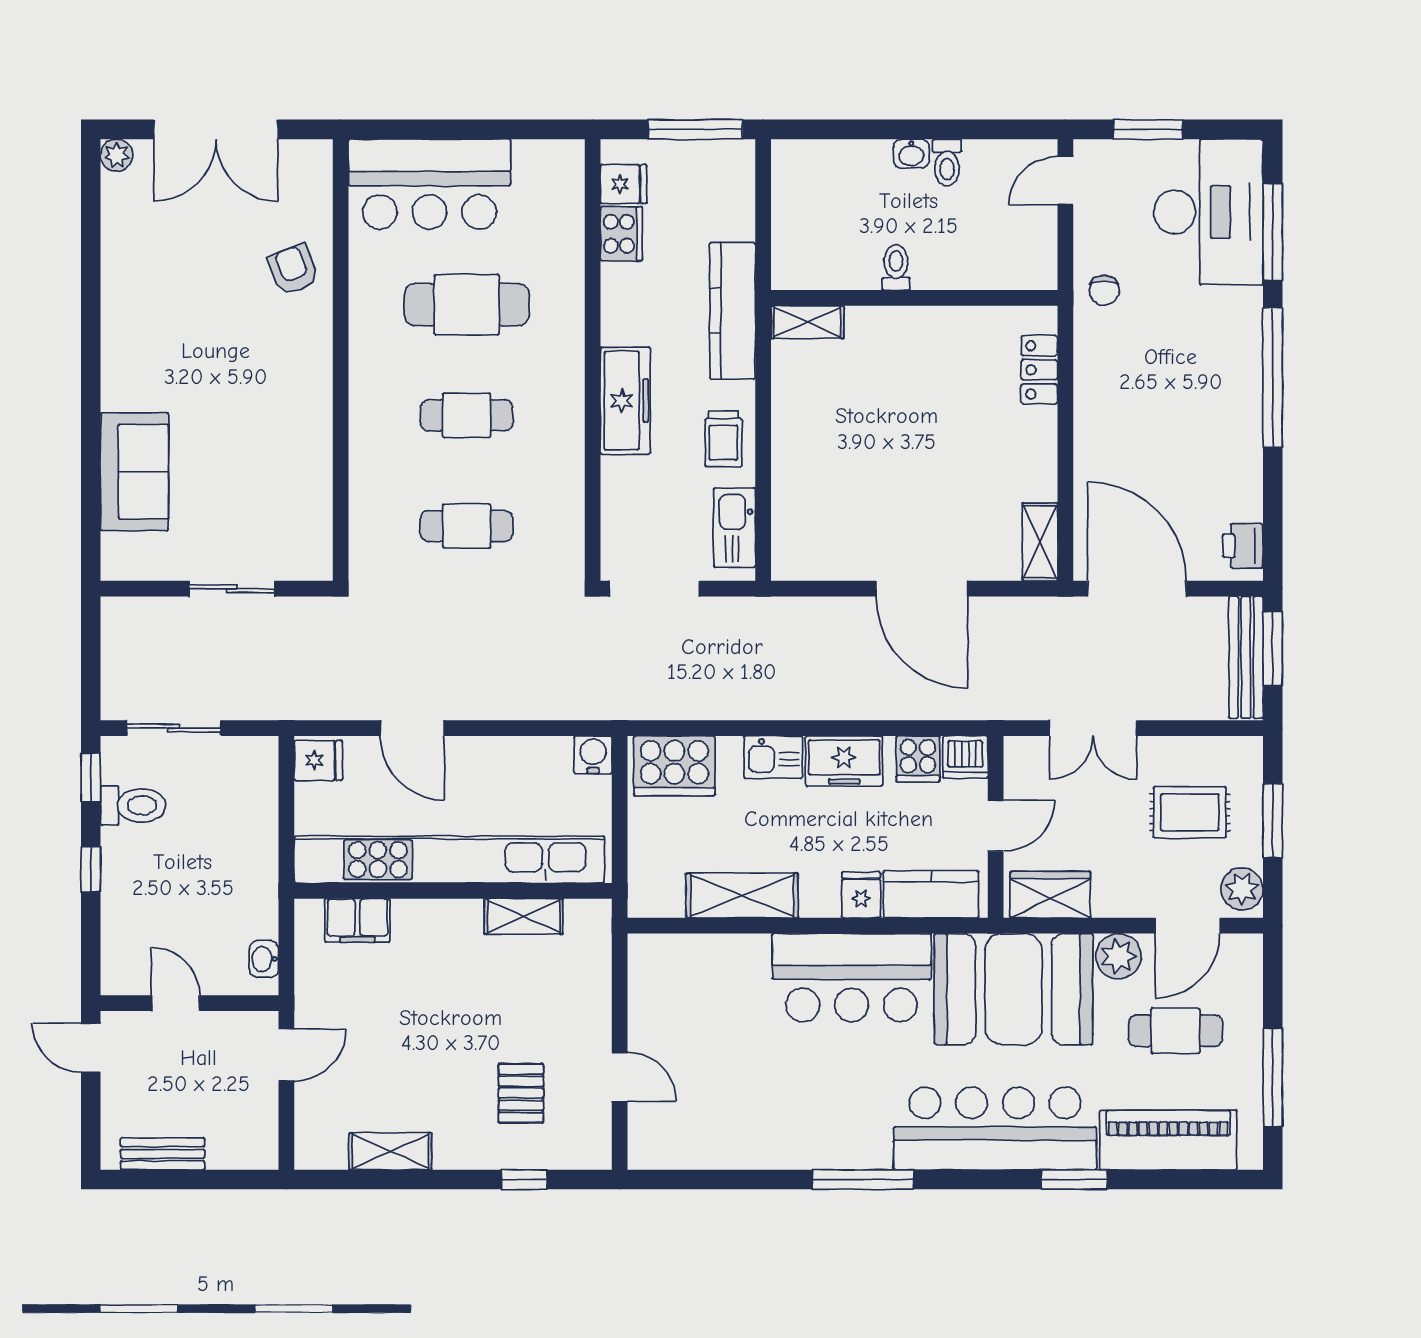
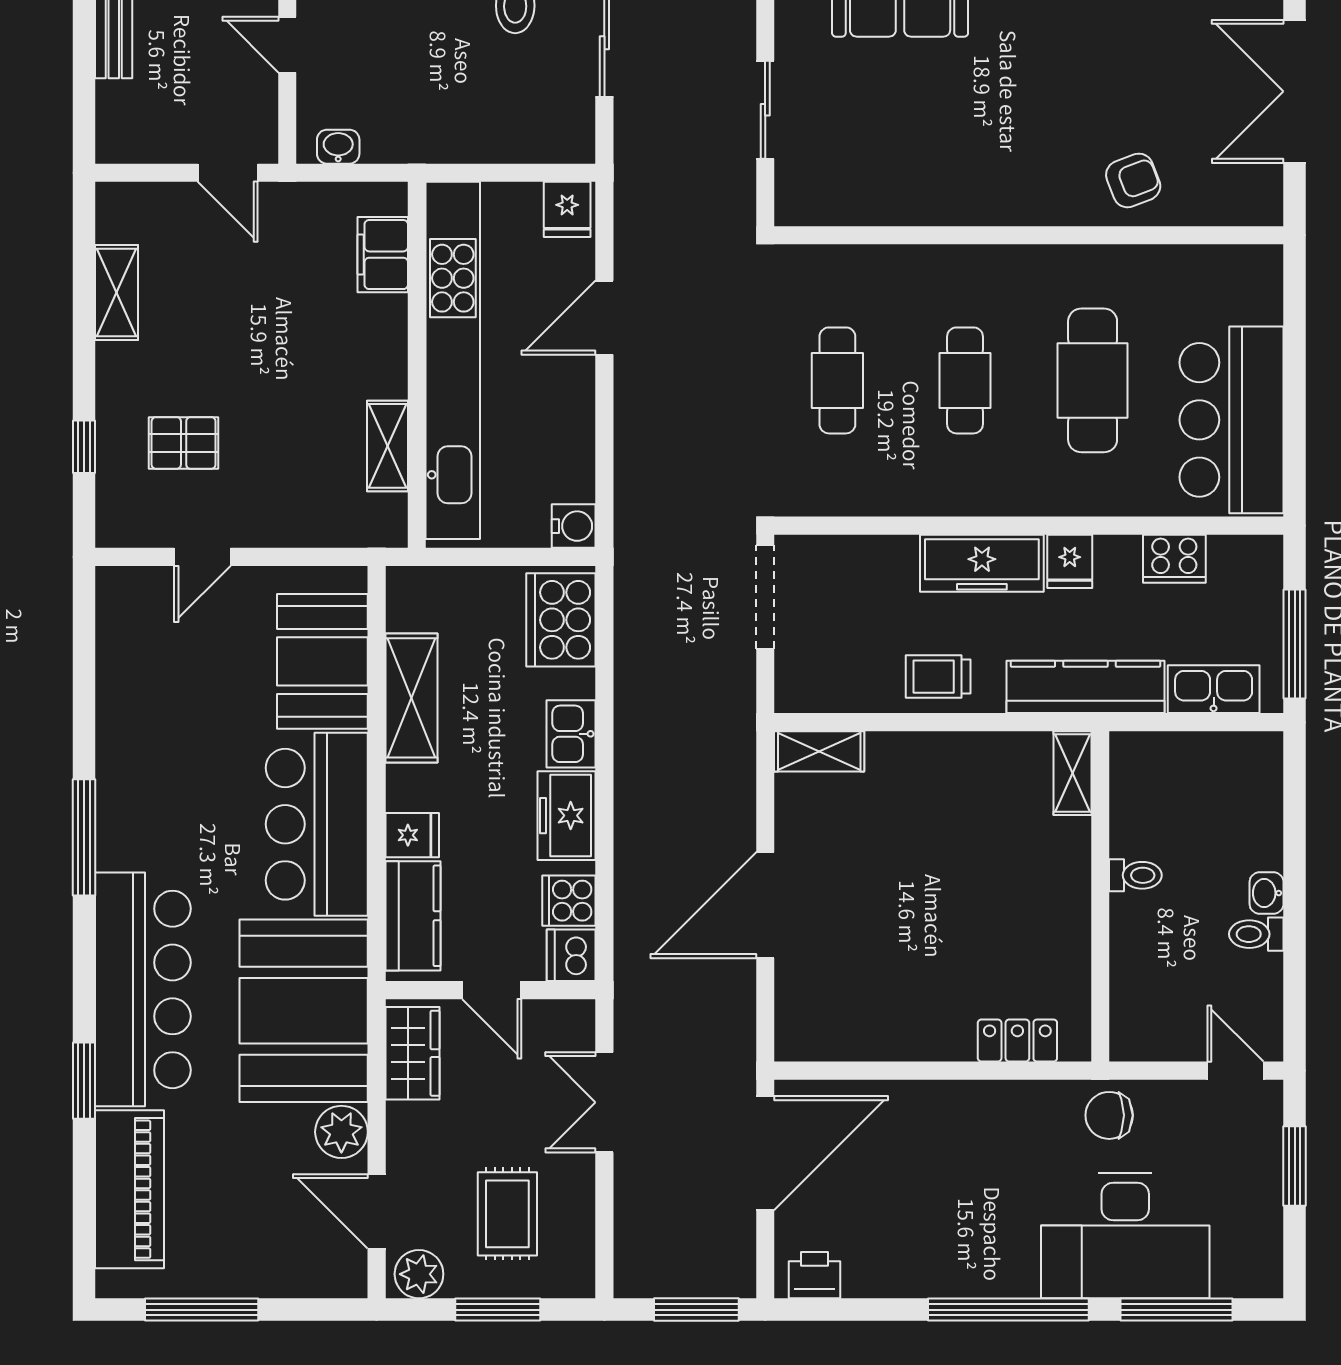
bar counter: (430, 184) -> (1232, 420), moved
fridge: (624, 184) -> (1070, 561), moved
desk: (1208, 212) -> (1125, 1235), moved
chair: (1104, 290) -> (1109, 1115), width x1.37, depth x1.37
kitchen sink: (734, 528) -> (1214, 689), moved
shelving: (1040, 542) -> (819, 751), moved
bench: (1246, 657) -> (686, 1279), removed
booth: (710, 973) -> (322, 661), added
door: (175, 1003) -> (287, 45), swing flipped
cafe table: (1176, 1031) -> (256, 1198), removed

